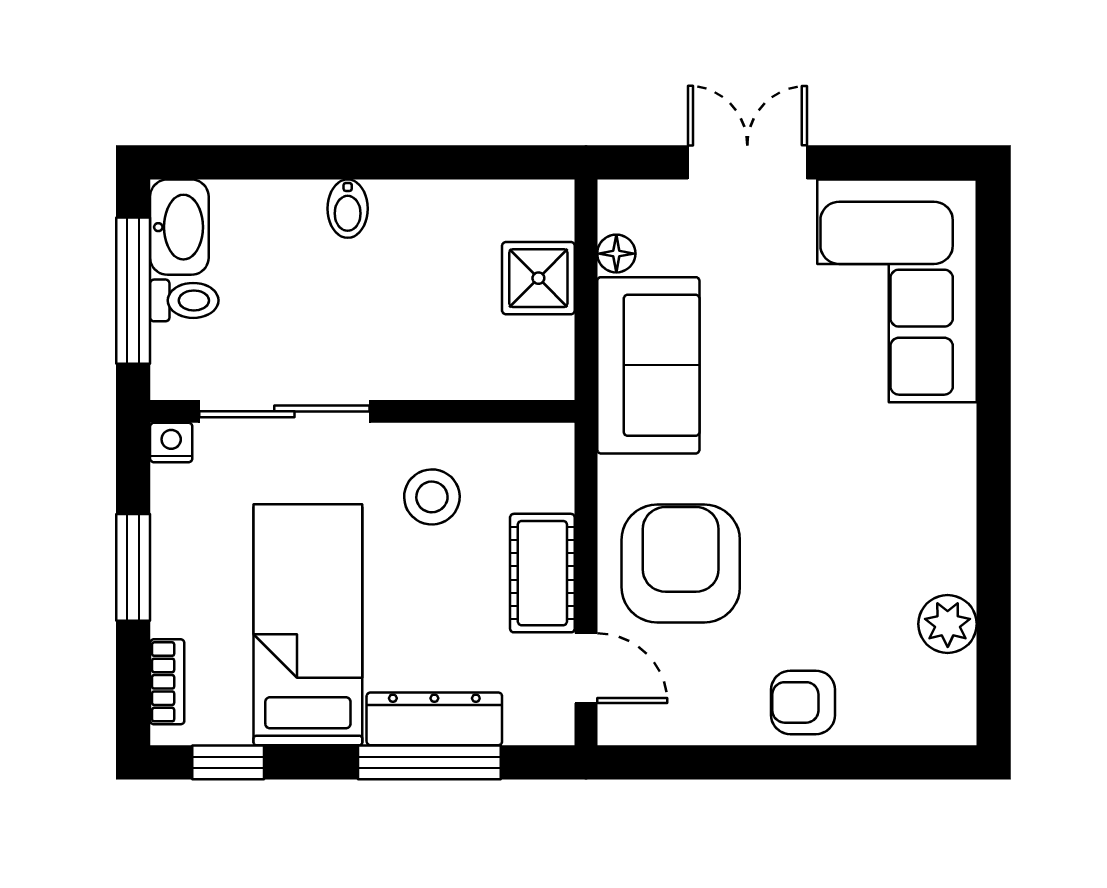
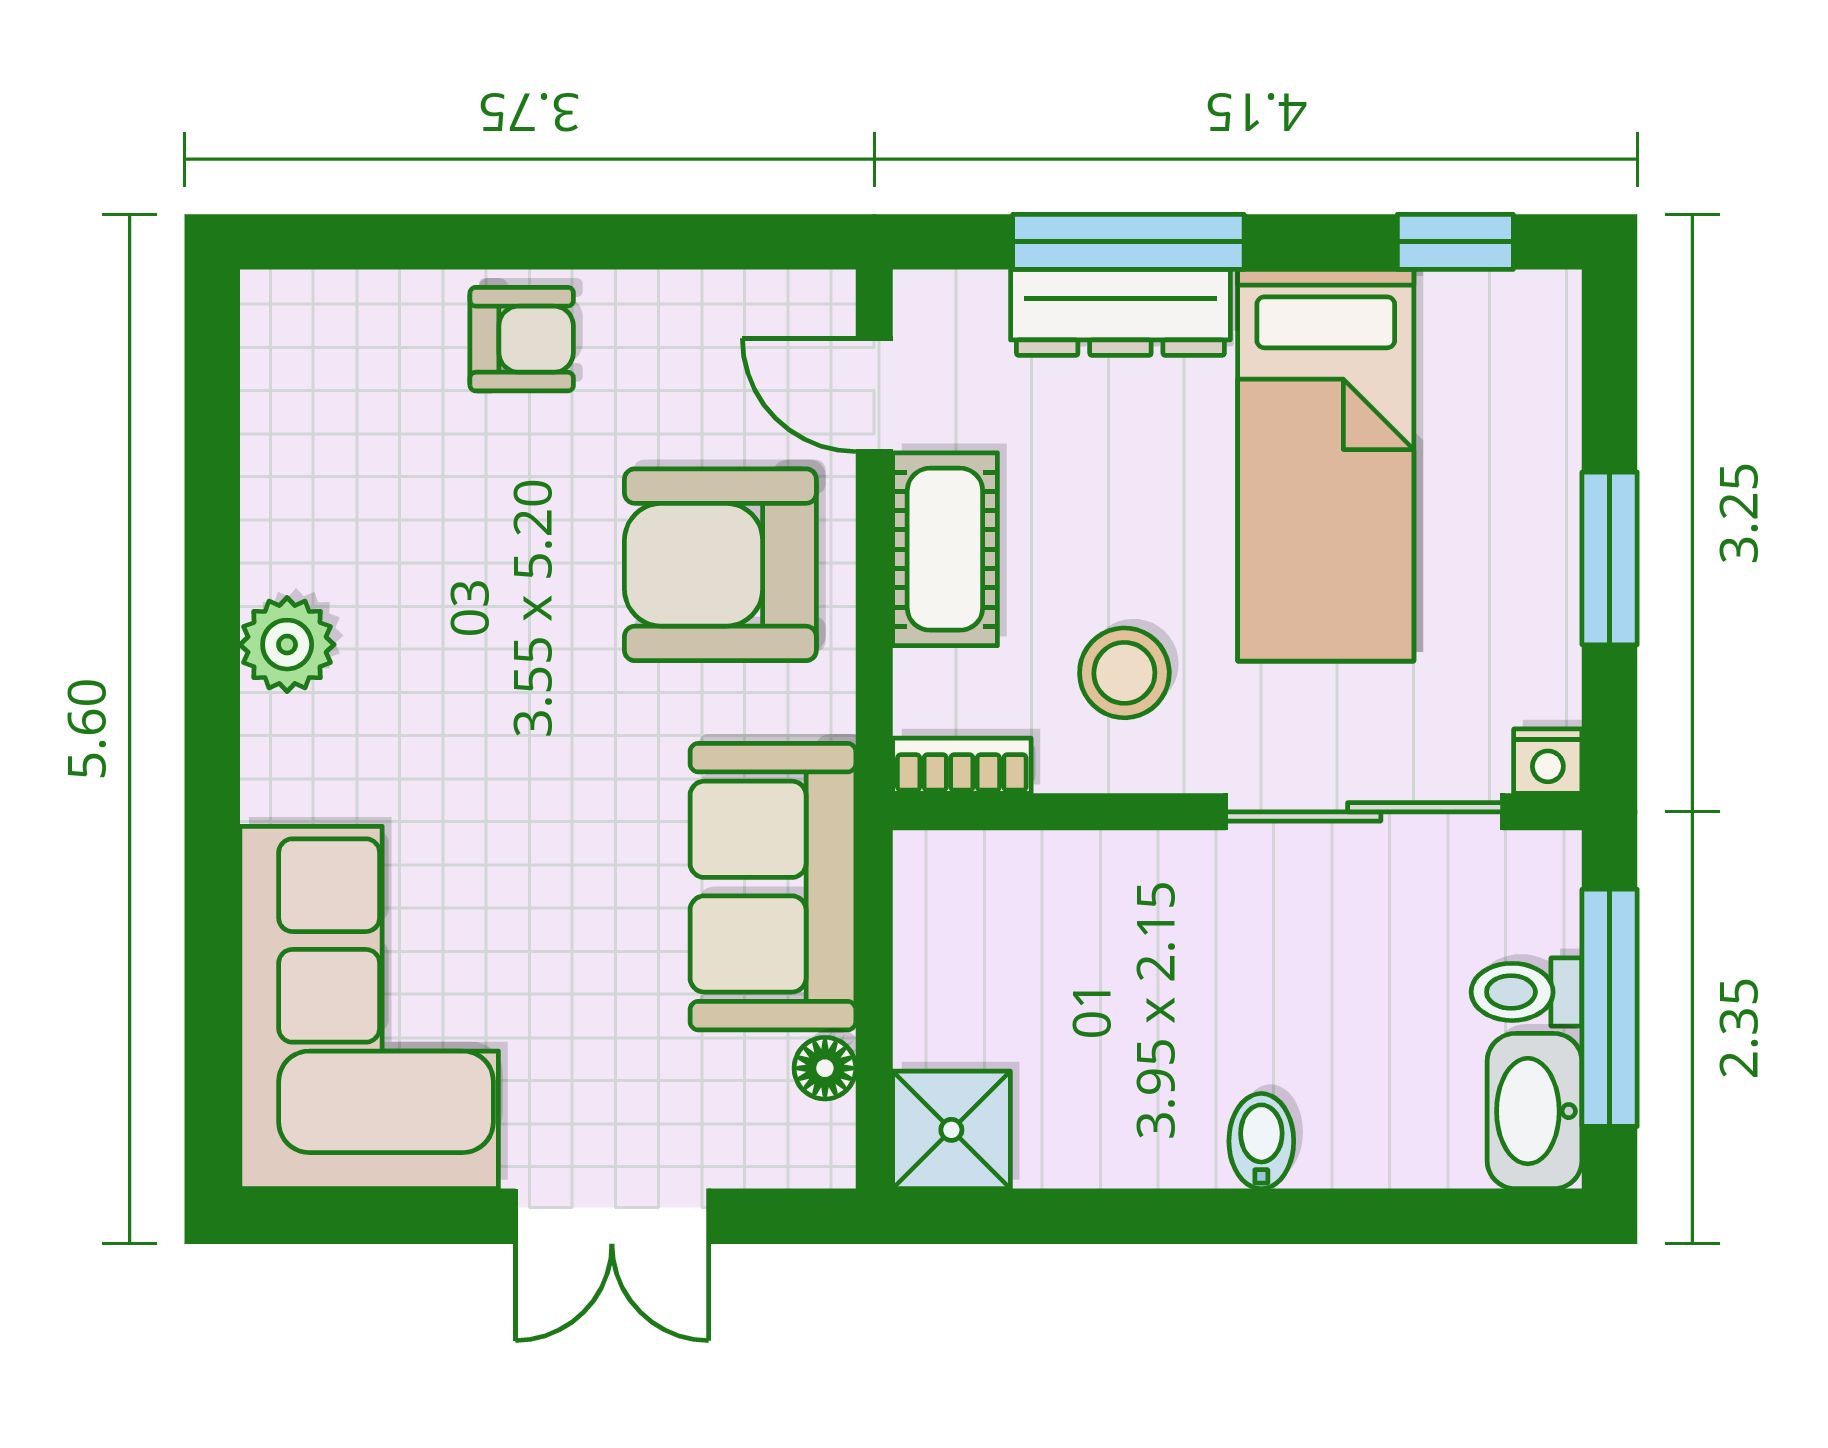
shower: (538, 278) -> (951, 1130), moved
armchair: (681, 563) -> (720, 565), turned 90
plant: (948, 624) -> (287, 645), moved
bookcase: (167, 682) -> (962, 766), moved, turned 90

